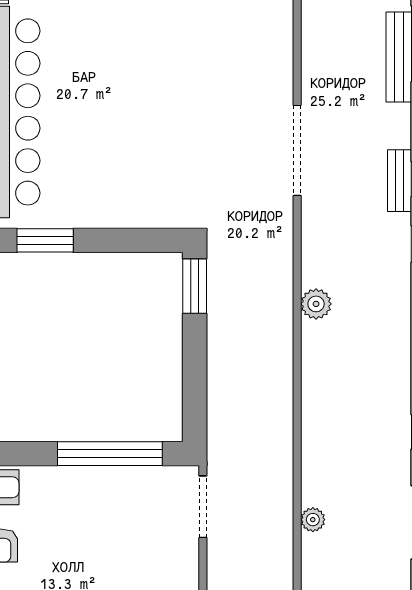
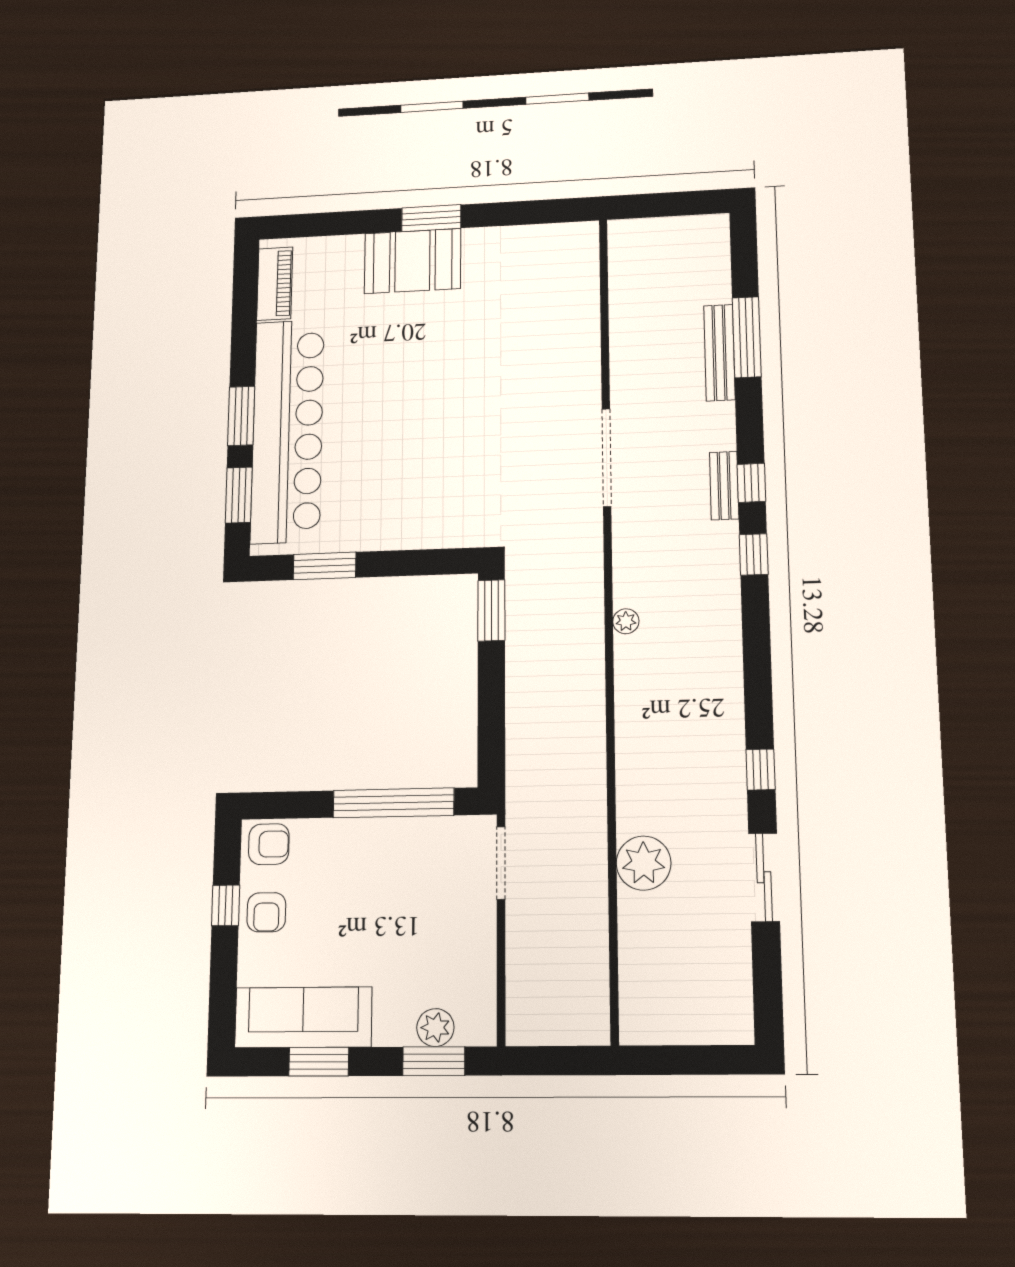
plant: (316, 304) -> (626, 621), width x0.73, depth x0.73
plant: (313, 520) -> (644, 863), width x1.87, depth x1.87

